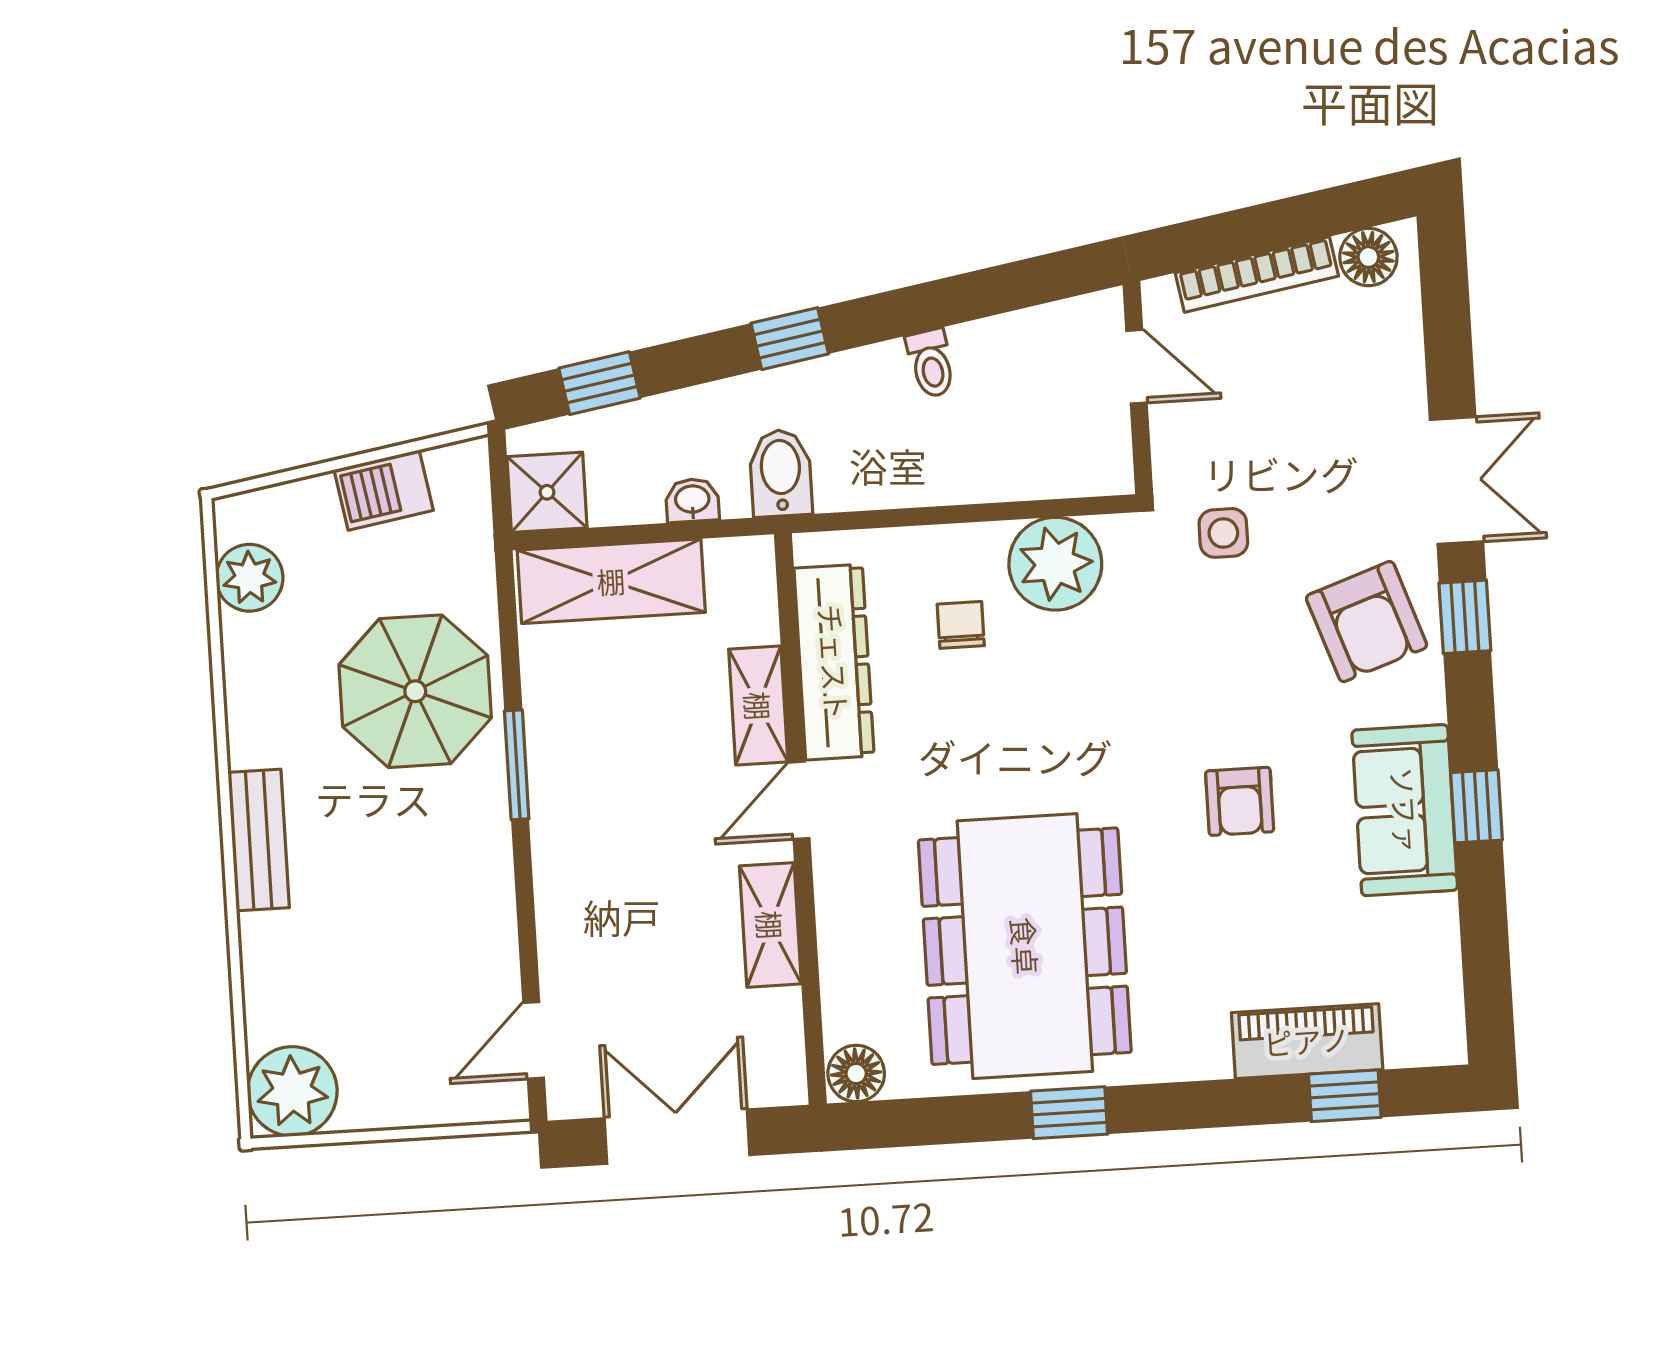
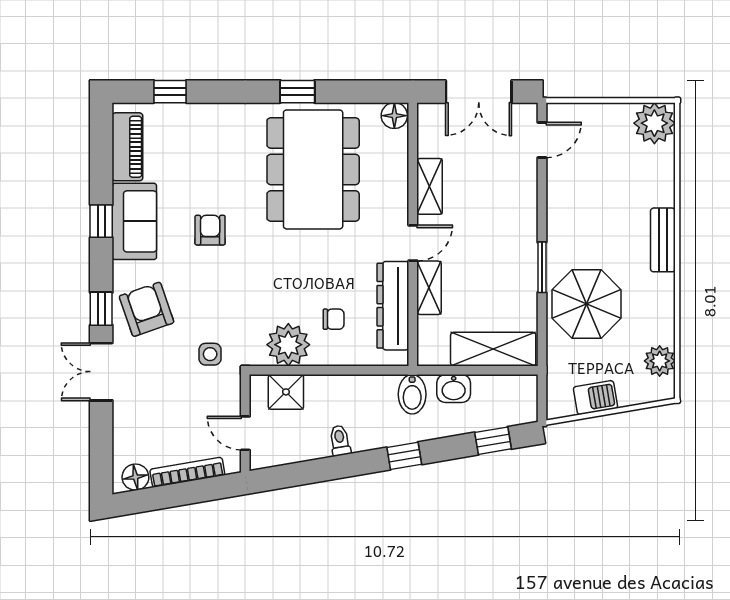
shower: (547, 492) -> (286, 392), moved
washbasin: (692, 500) -> (454, 388), width x1.38, depth x1.45
chair: (961, 625) -> (334, 319), turned -90
piano: (1307, 1041) -> (127, 147), moved, turned -90

